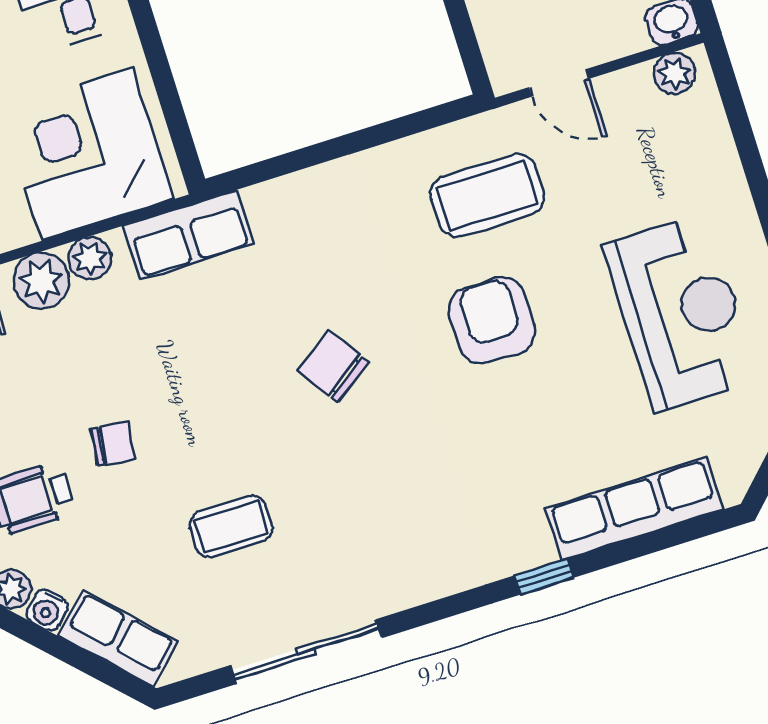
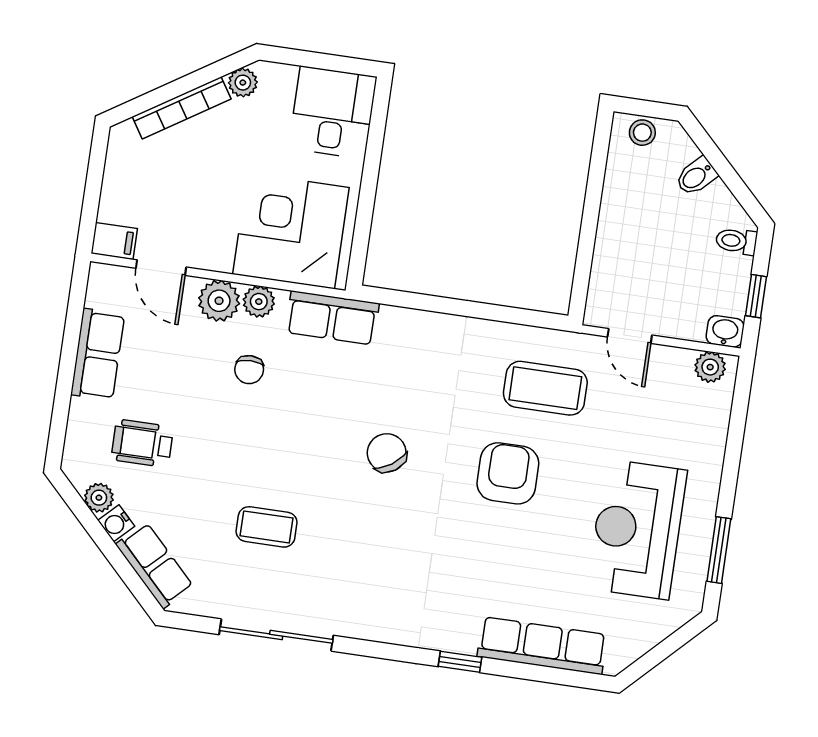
reception desk: (681, 313) -> (637, 529), turned 180
chair: (113, 444) -> (249, 370), moved, turned 83

